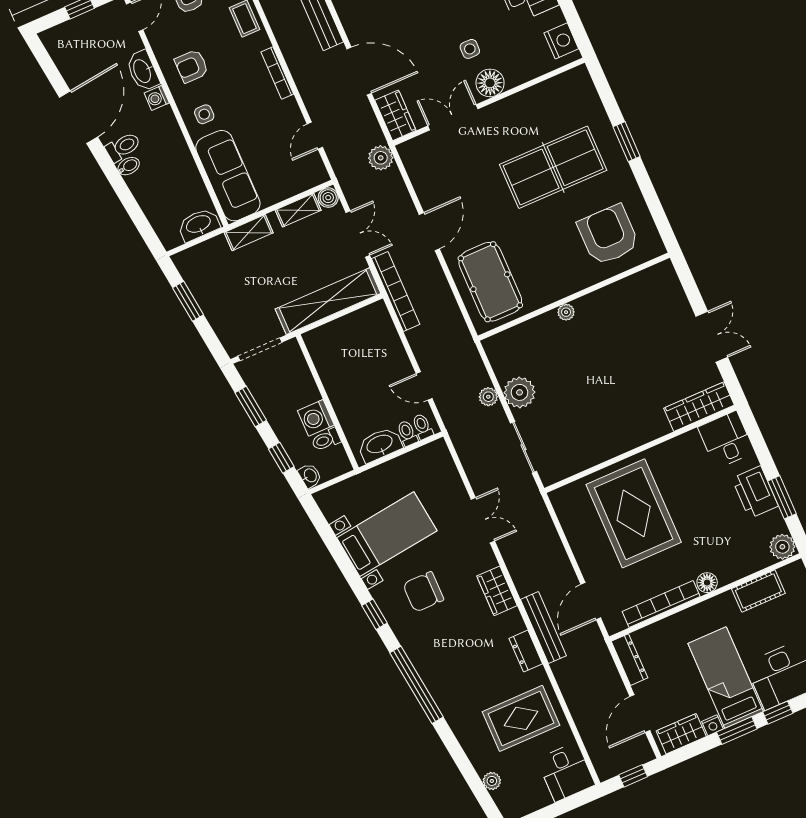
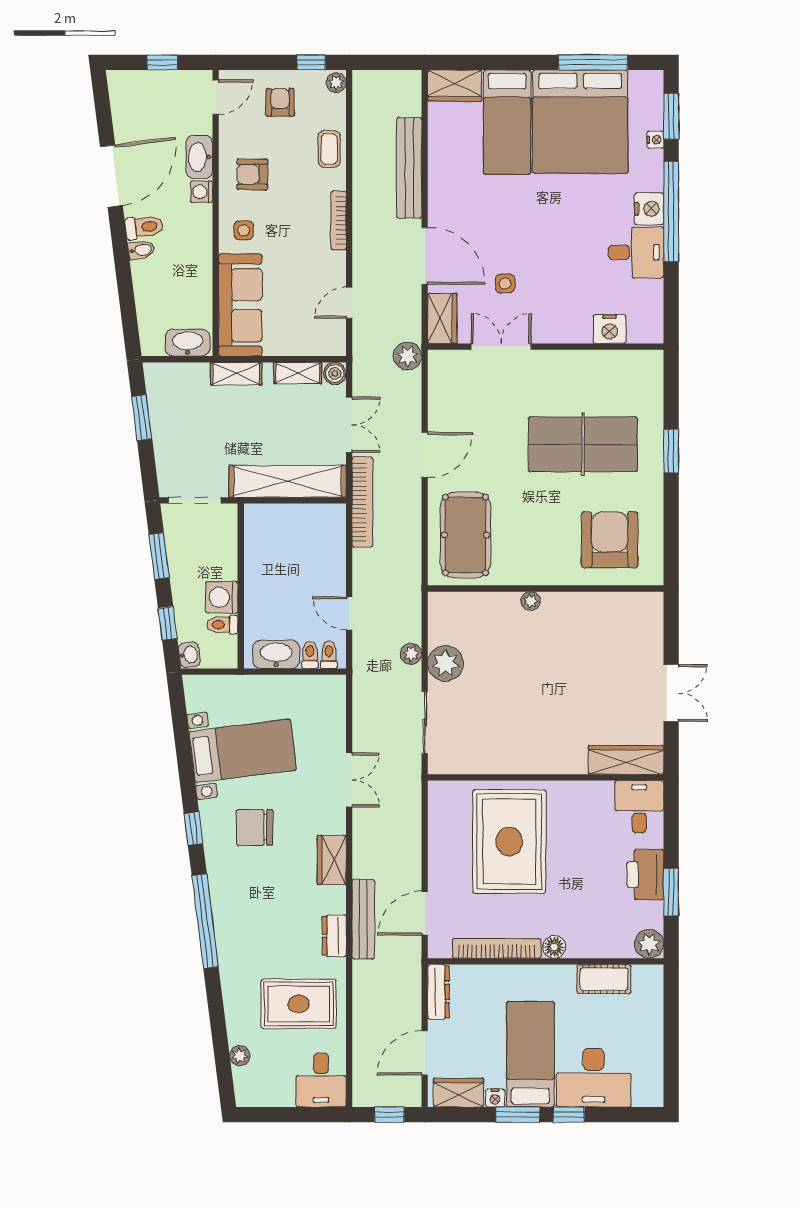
nightstand: (561, 41) -> (610, 329), moved, turned 90
side table: (470, 49) -> (505, 283), moved
floor lamp: (490, 83) -> (556, 328), removed

